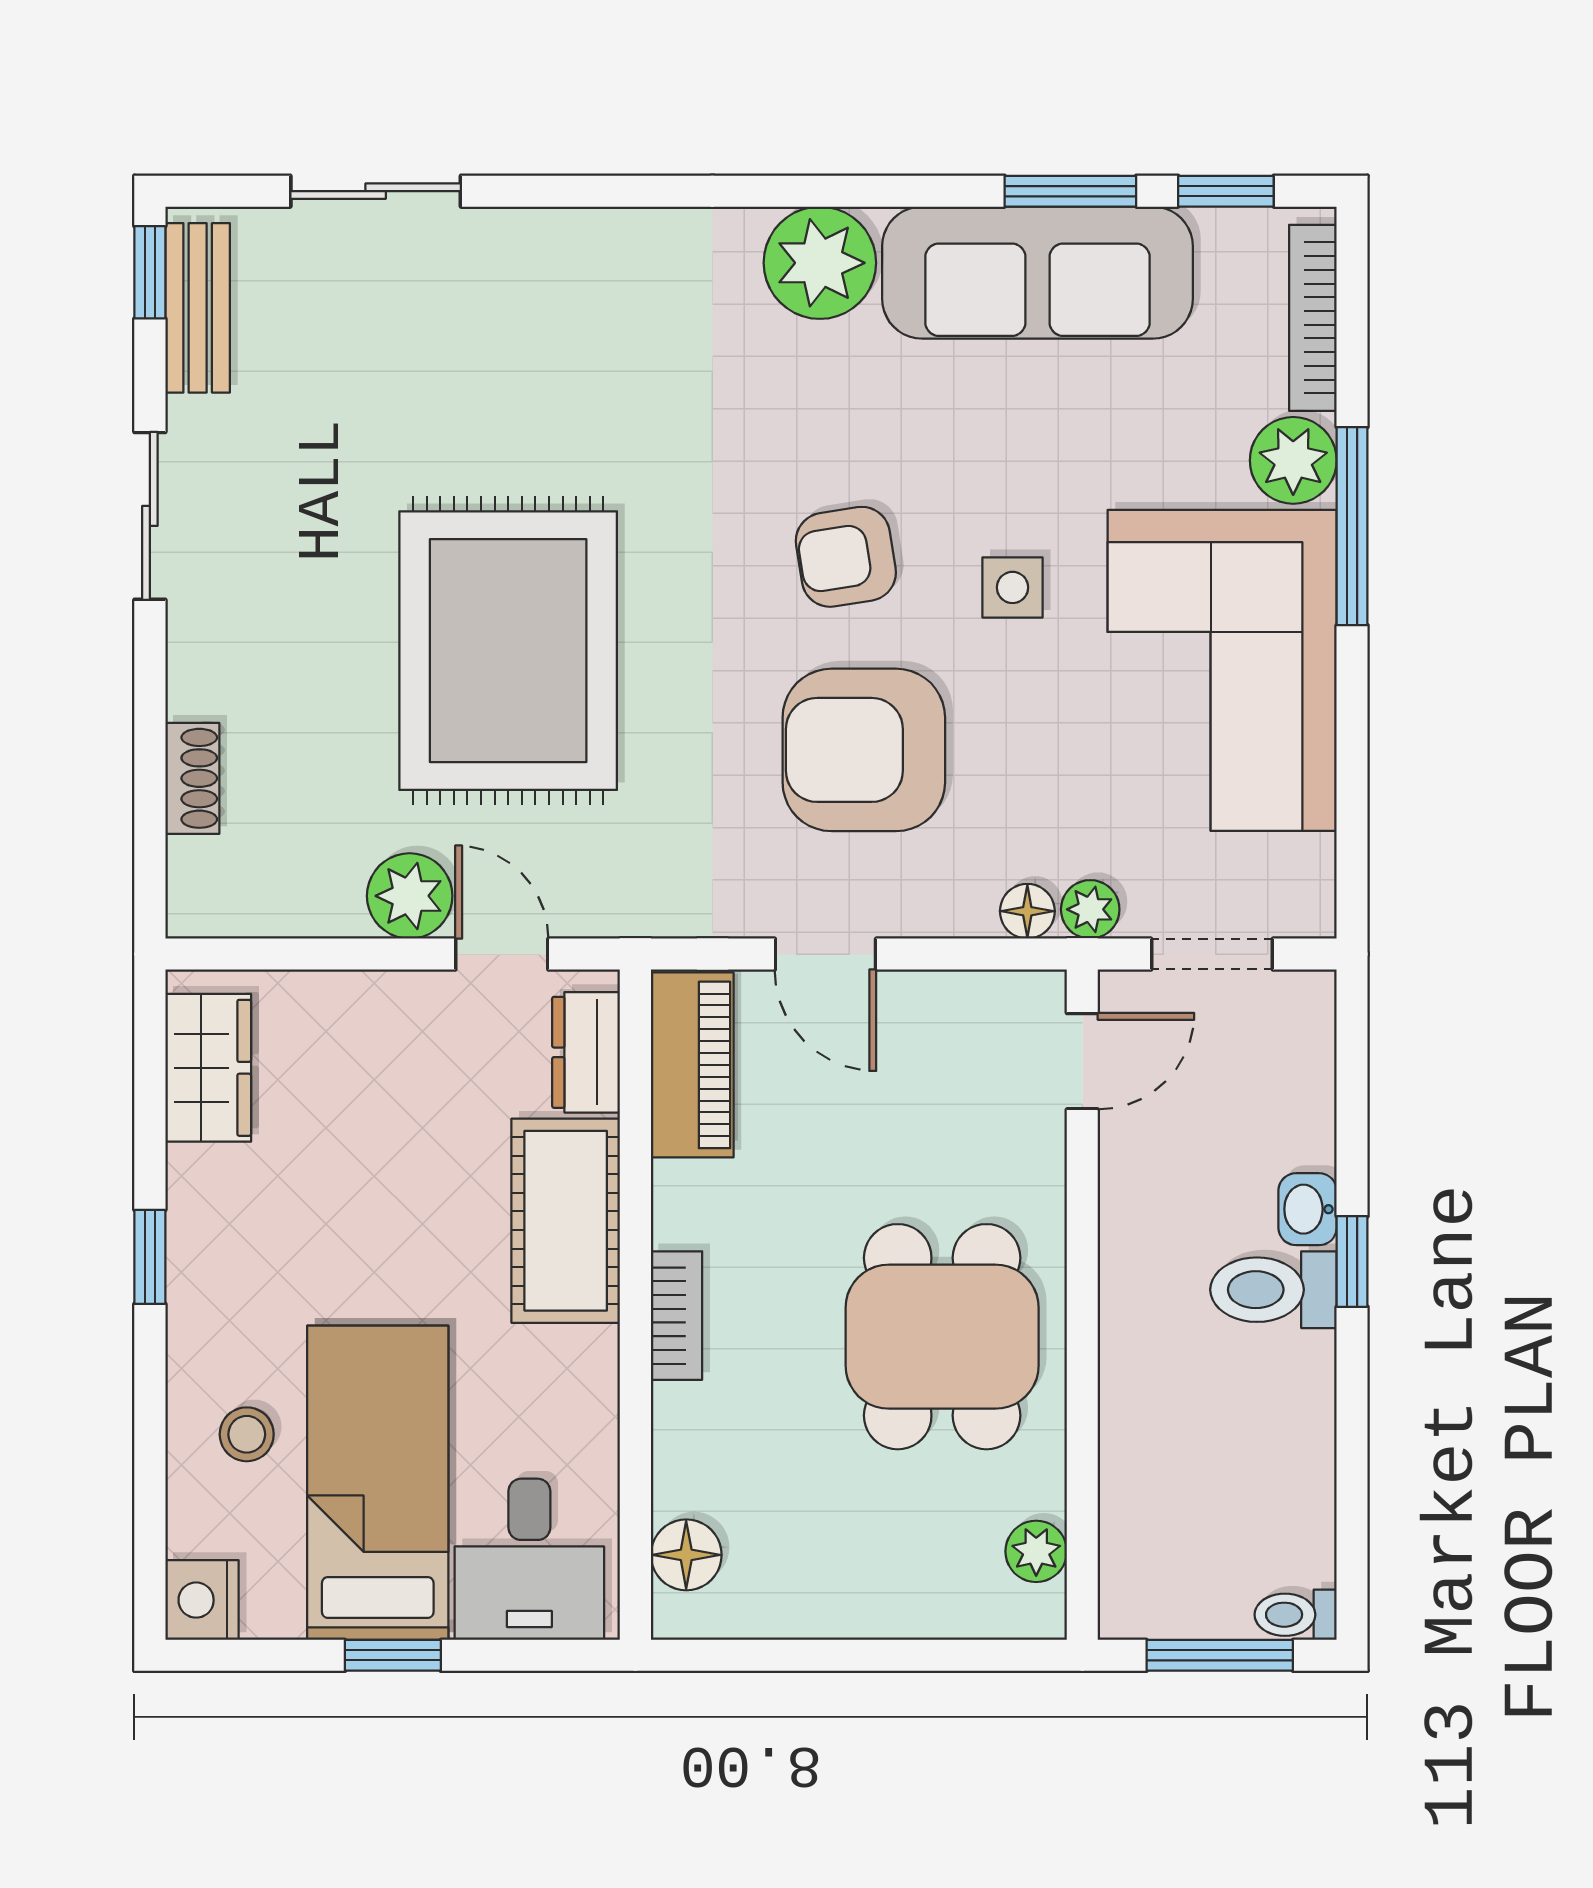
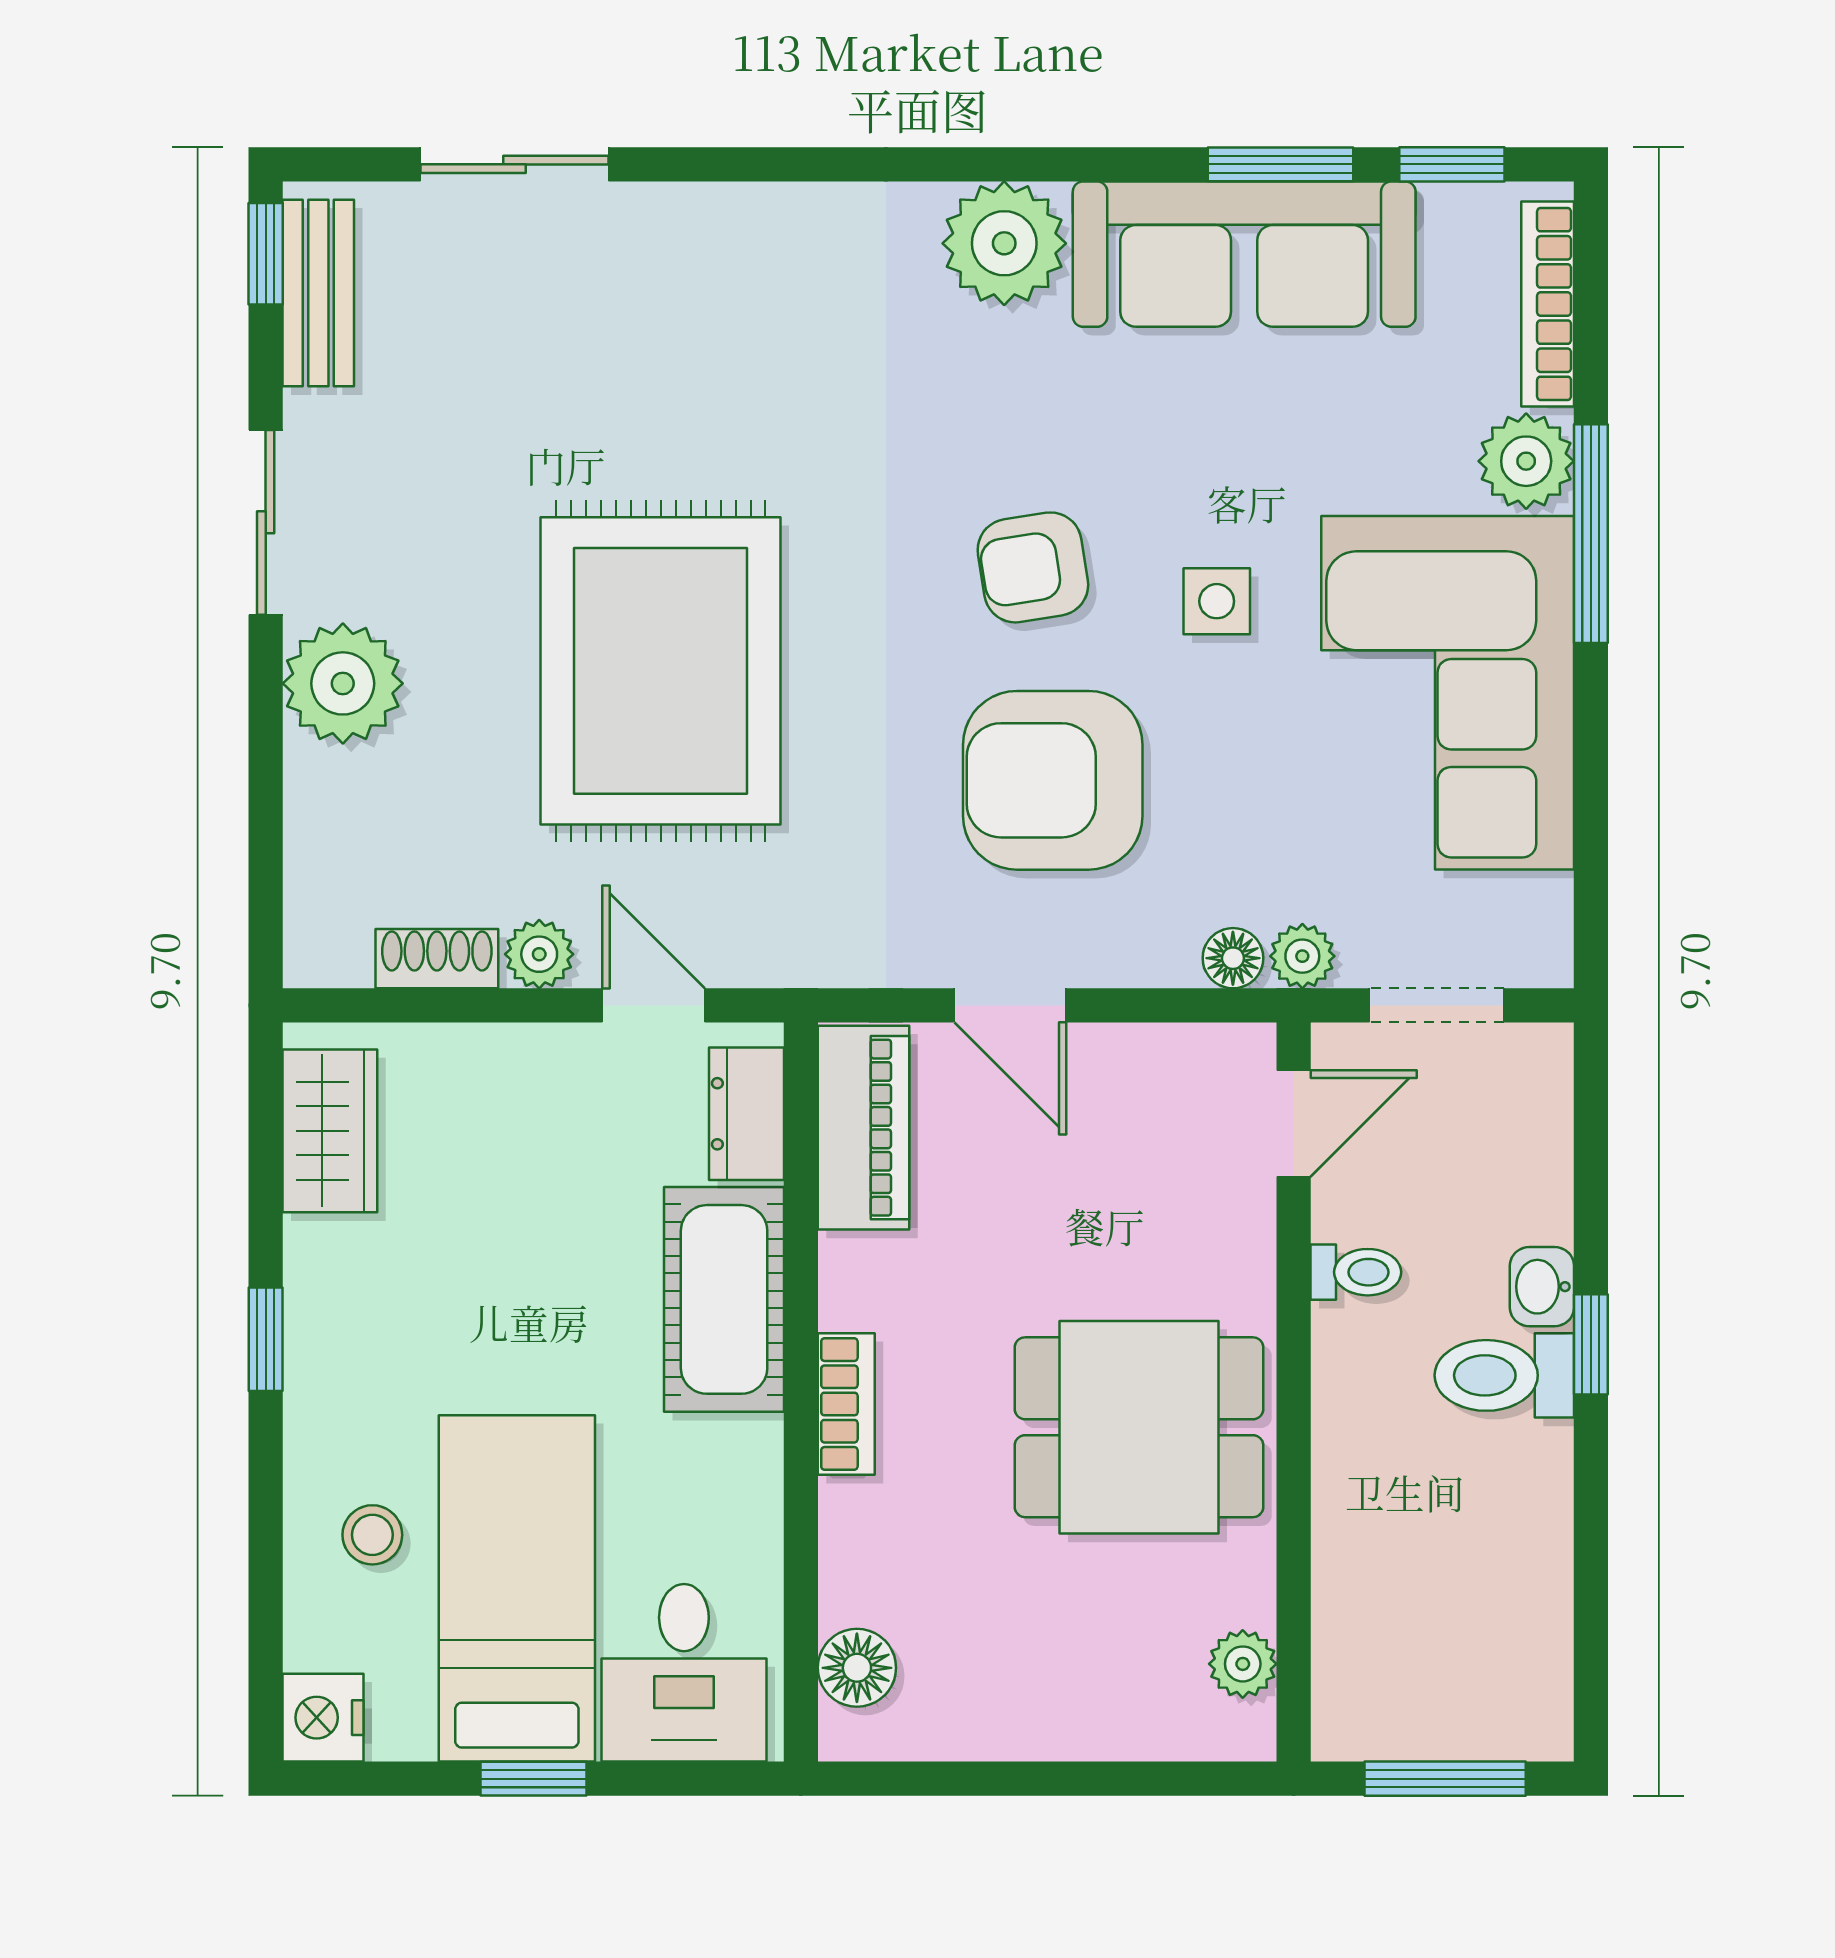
plant: (220, 662) -> (343, 683), added
shoe rack: (192, 778) -> (437, 959), moved, turned -90
plant: (410, 896) -> (539, 954), width x0.73, depth x0.73
dining table: (942, 1337) -> (1139, 1427), turned 90
toilet: (1296, 1615) -> (1356, 1272), moved, turned 180

